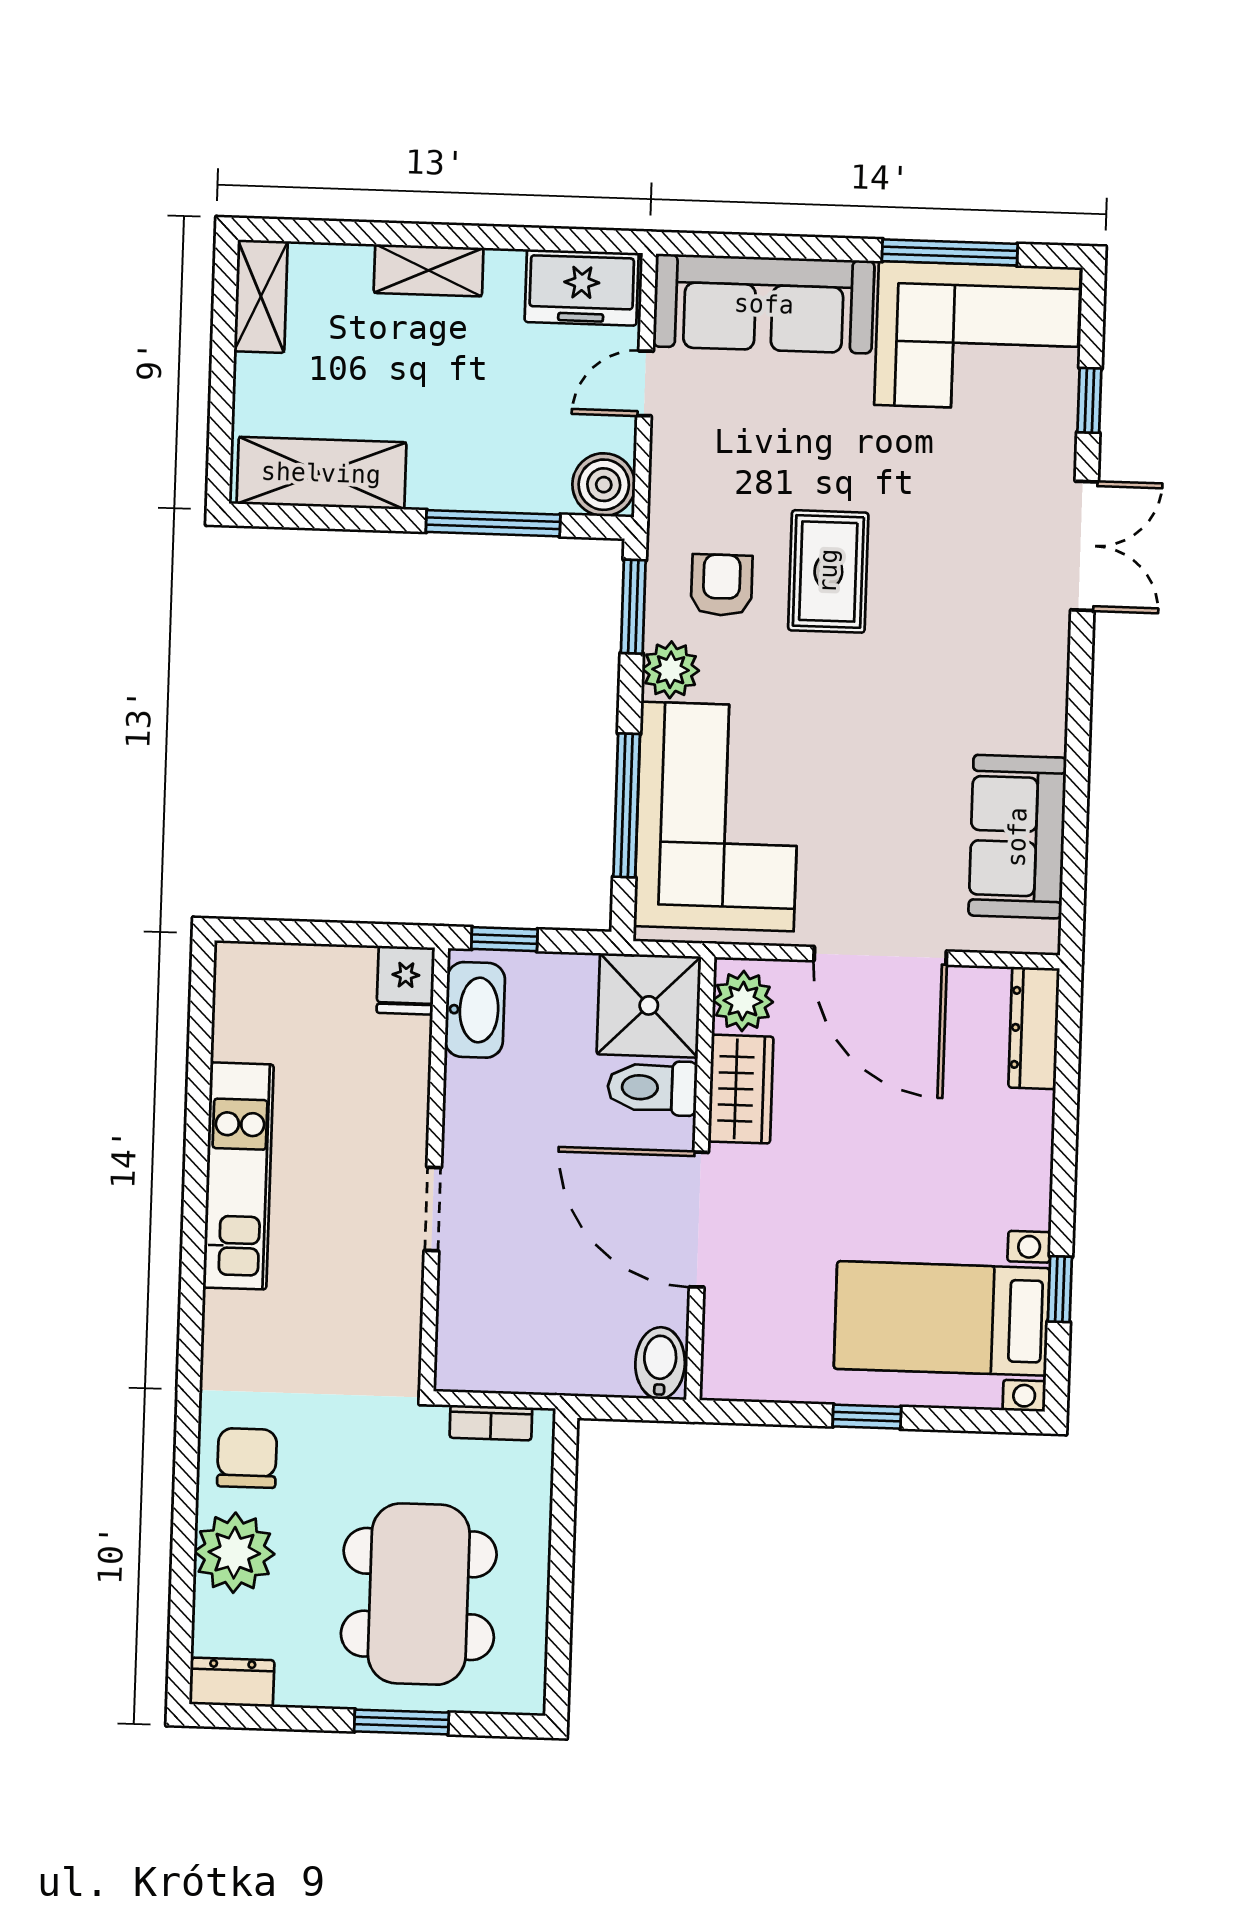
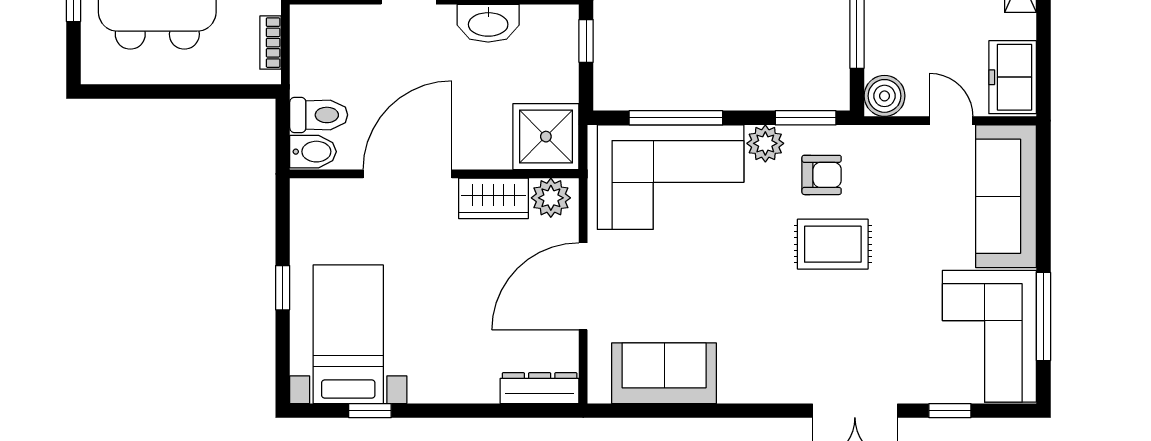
washbasin: (475, 1010) -> (488, 23), moved
toilet: (652, 1088) -> (319, 115), moved, turned 90

